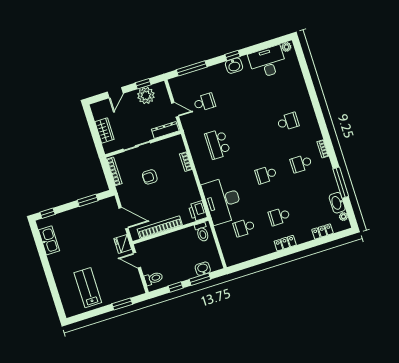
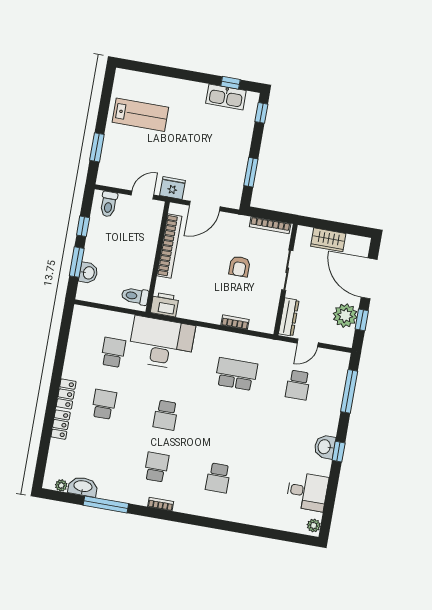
desk: (267, 62) -> (307, 491), width x0.73
door: (115, 93) -> (369, 278), width x1.87
school desk: (266, 175) -> (166, 415), turned 180
armchair: (150, 177) -> (240, 266), turned 180
locker: (322, 231) -> (61, 425), moved
window: (39, 242) -> (231, 83), added

